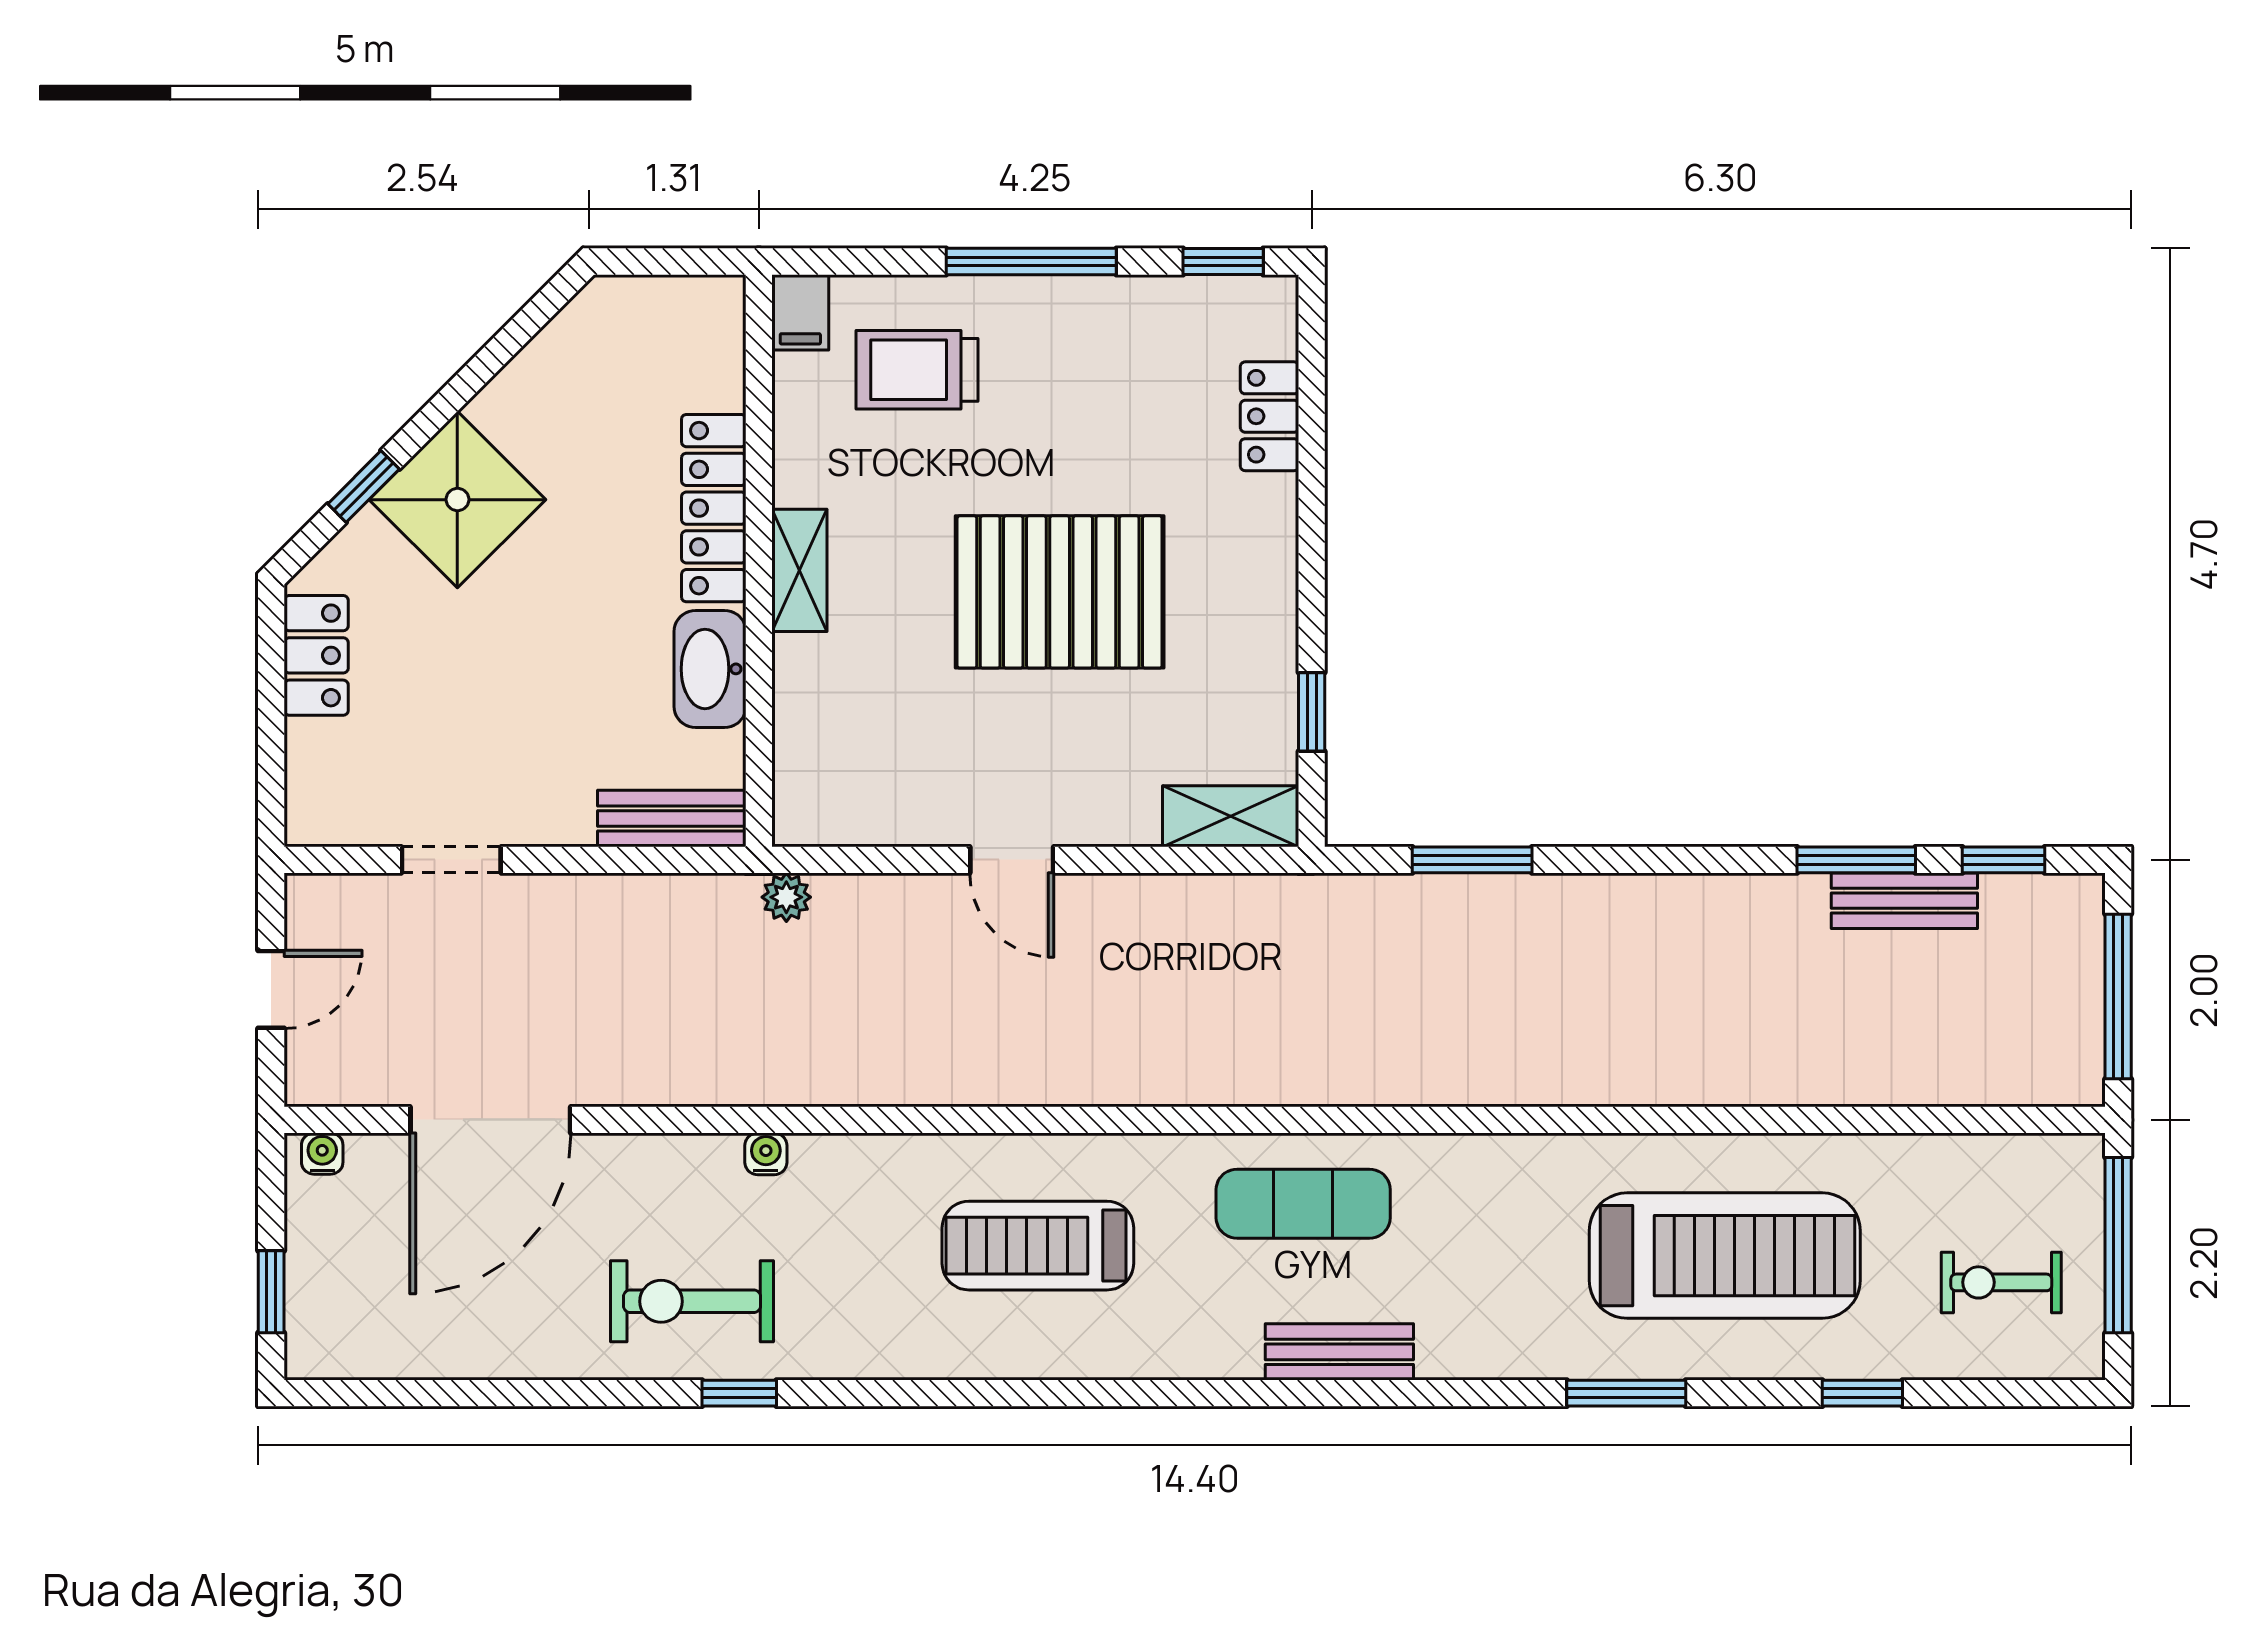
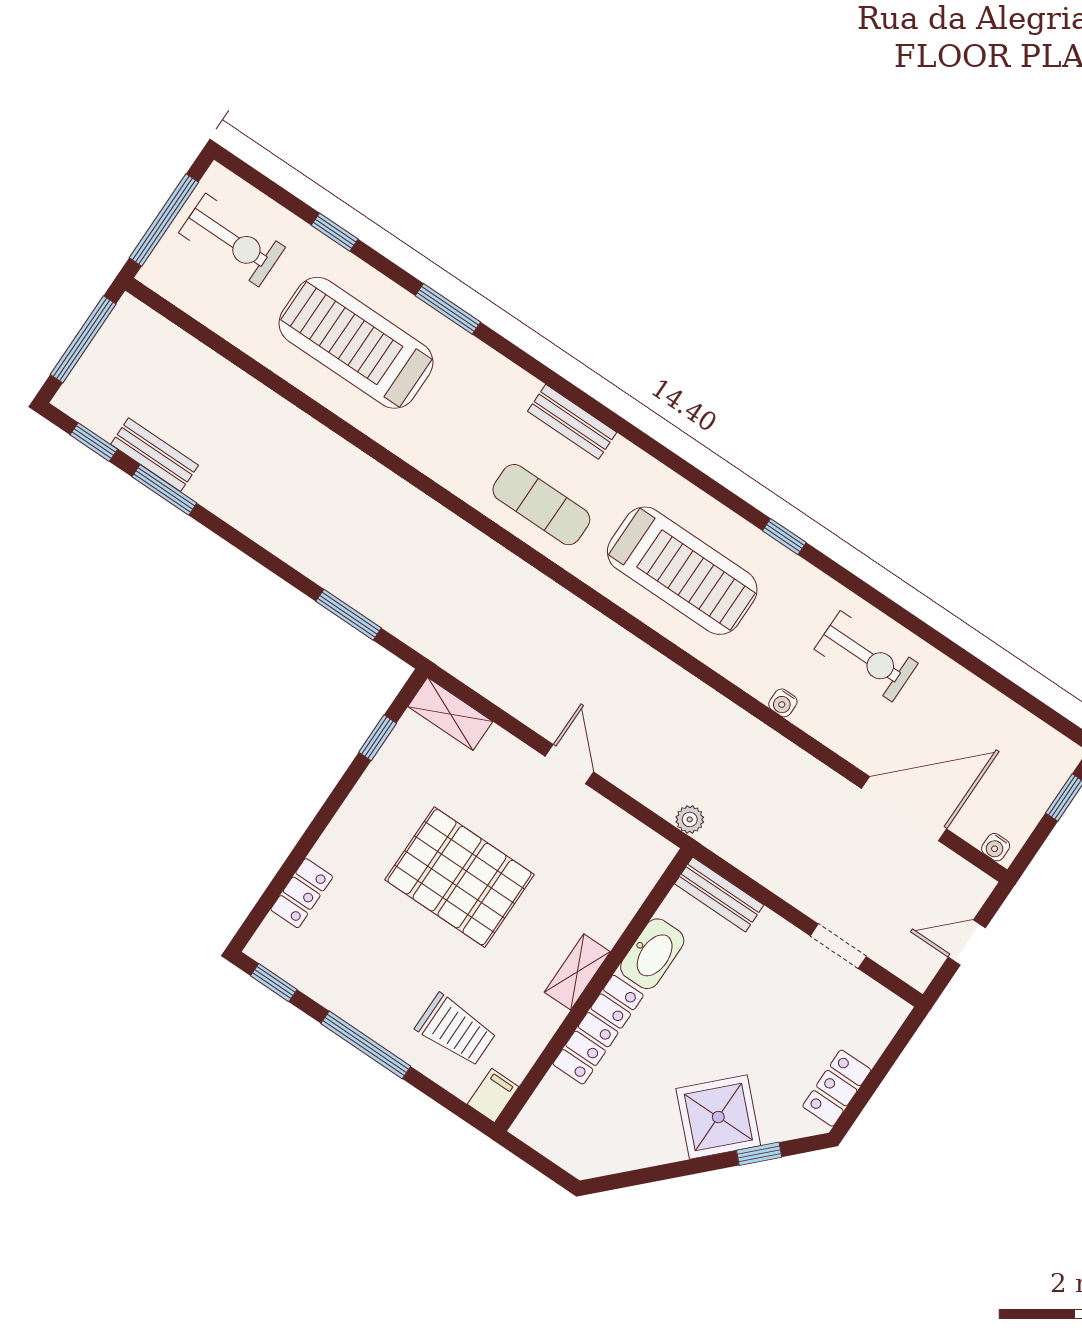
treadmill: (1038, 1246) -> (682, 571), width x1.37, depth x1.38
exercise bike: (2001, 1282) -> (232, 240), width x1.38, depth x1.39
window: (739, 1393) -> (784, 537), moved

